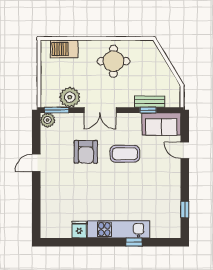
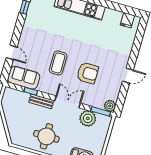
bench: (150, 102) -> (41, 101), moved
armchair: (86, 152) -> (88, 73), turned 90
coffee table: (125, 154) -> (58, 63), turned 90
fridge: (79, 230) -> (127, 20), moved

